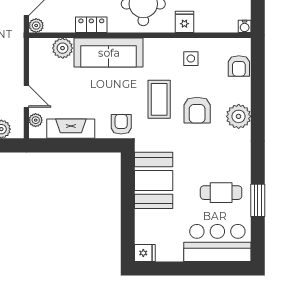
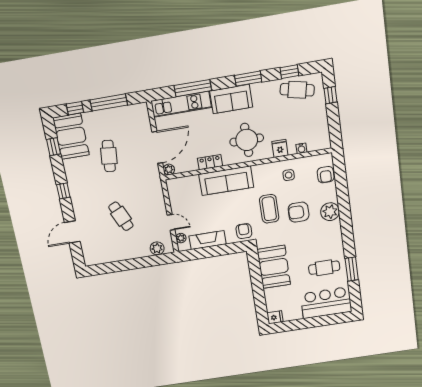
water cooler: (245, 26) -> (301, 148), moved
plant: (63, 48) -> (191, 183), removed
armchair: (197, 110) -> (299, 212), turned 90

